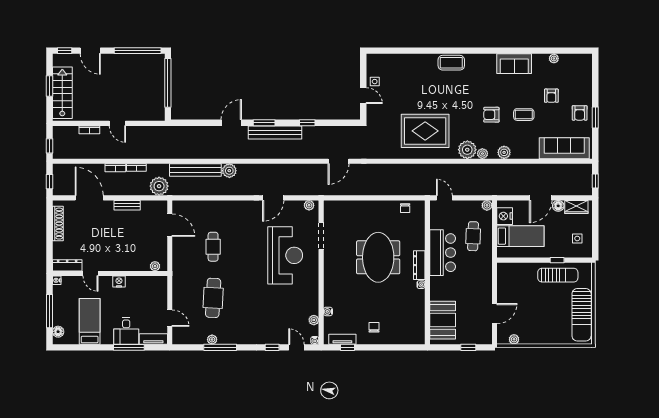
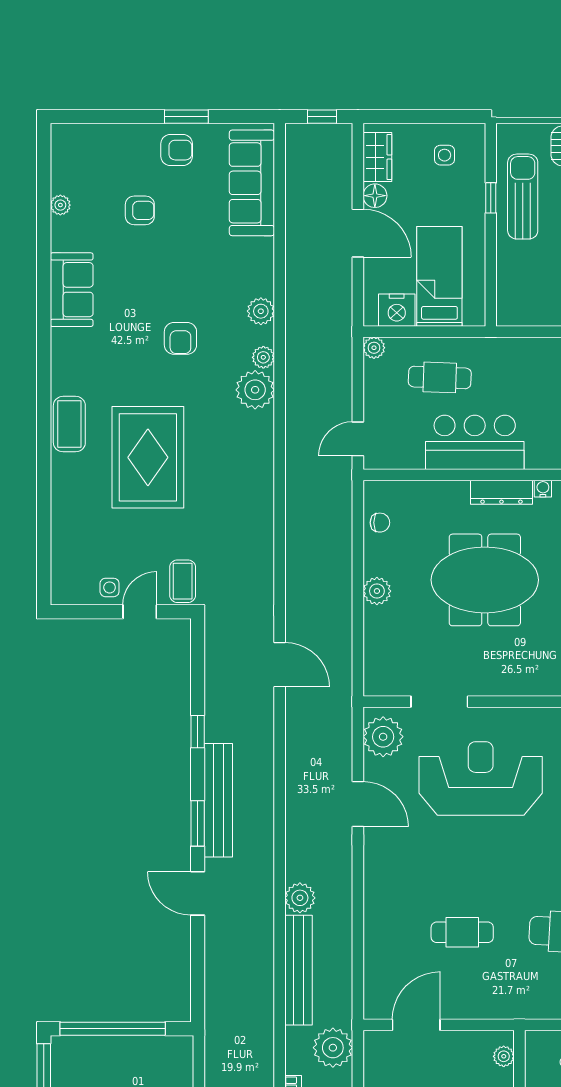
coffee table: (524, 115) -> (183, 581), moved
rug: (425, 131) -> (148, 457), moved
plant: (309, 205) -> (383, 737), width x1.87, depth x1.87
plant: (373, 207) -> (377, 591), added

